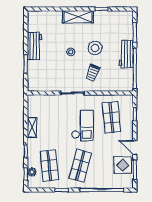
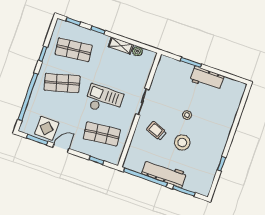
shelving: (78, 17) -> (222, 136), removed
workbench: (126, 54) -> (164, 173), width x1.38
checkout: (82, 126) -> (104, 100), turned 180
shop shelf: (80, 166) -> (62, 83), turned -30
plant: (32, 172) -> (138, 51), moved

